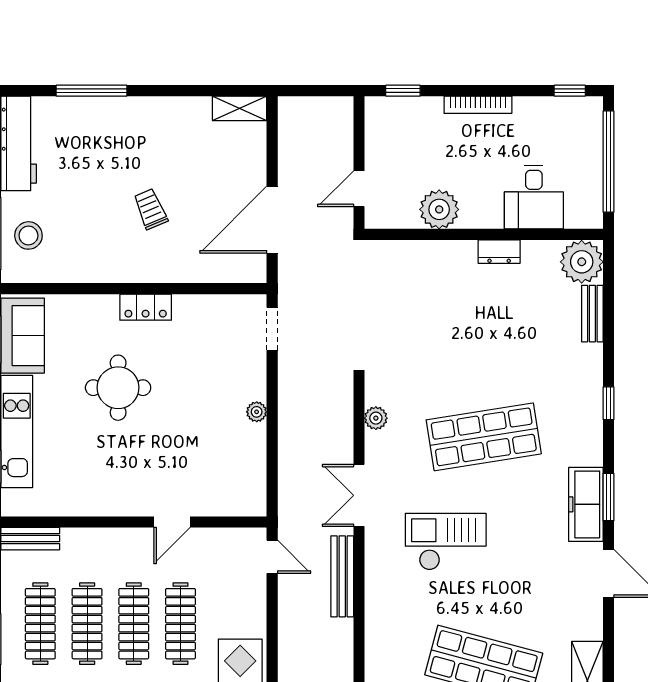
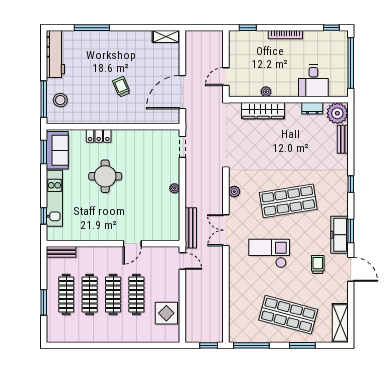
plant: (439, 209) -> (266, 92), width x0.53, depth x0.53
dresser: (499, 252) -> (312, 108), moved
wardrobe: (433, 256) -> (263, 111), added
locker: (146, 307) -> (99, 136), moved
trolley: (543, 564) -> (318, 264), added
bench: (342, 576) -> (191, 228), moved

